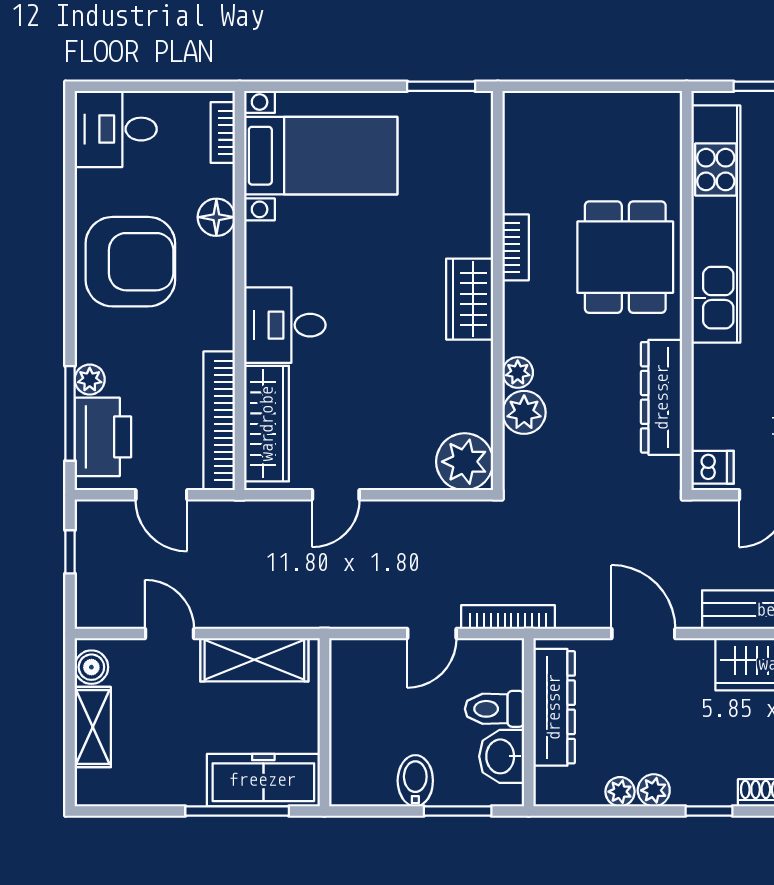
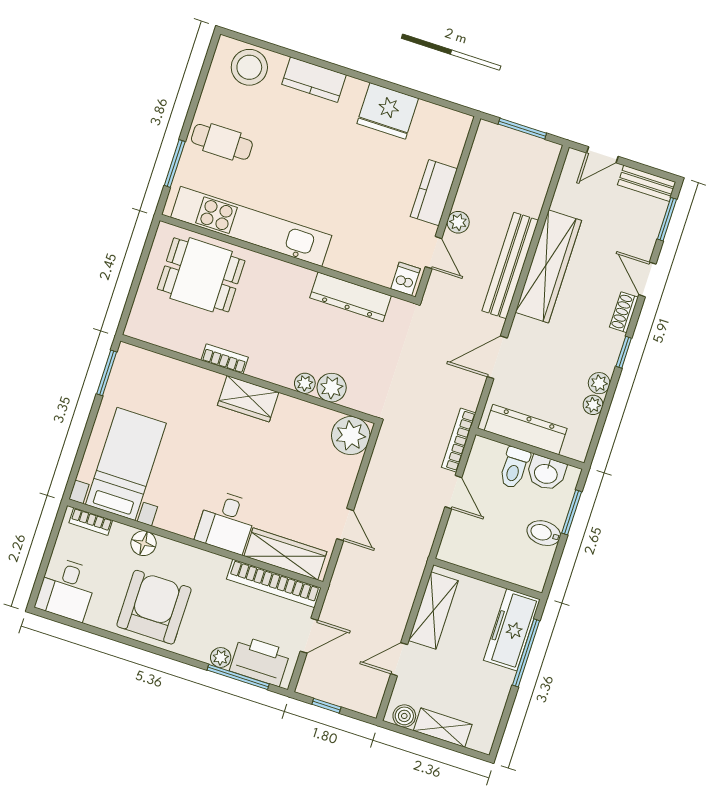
dining table: (625, 257) -> (201, 275), moved

